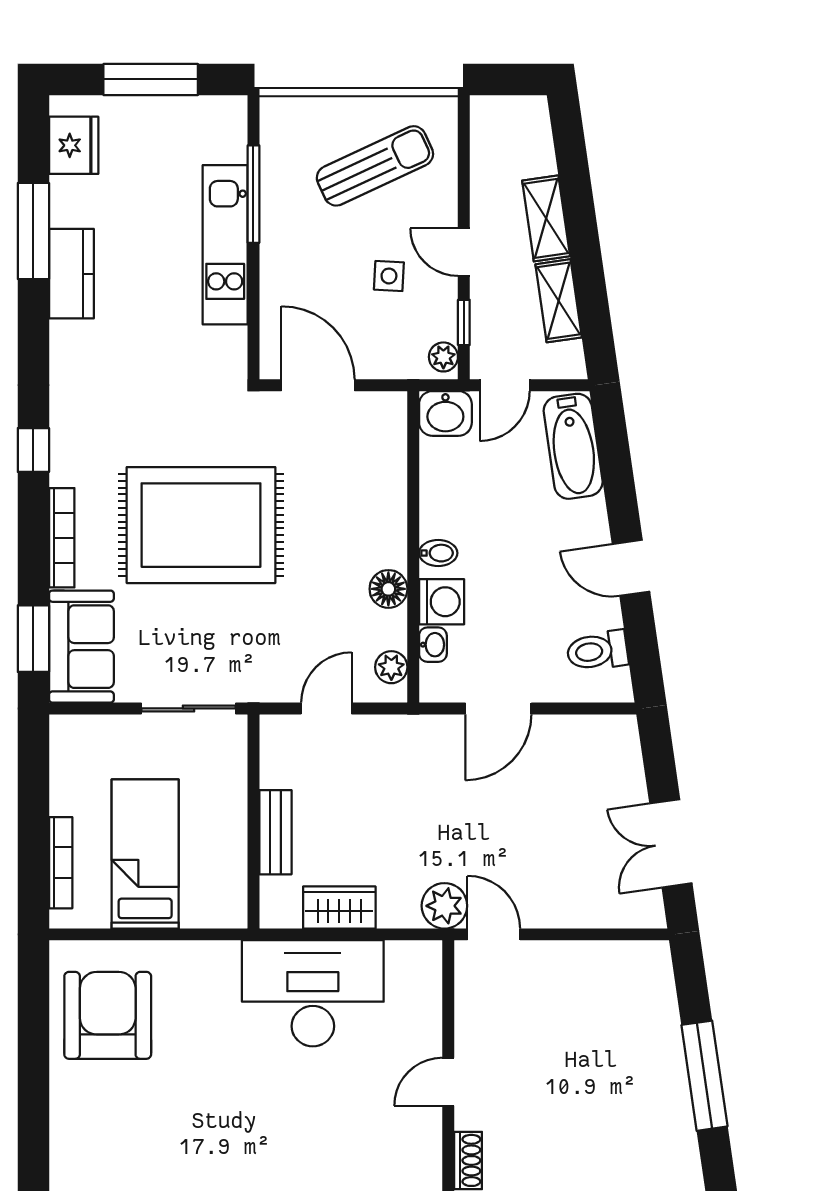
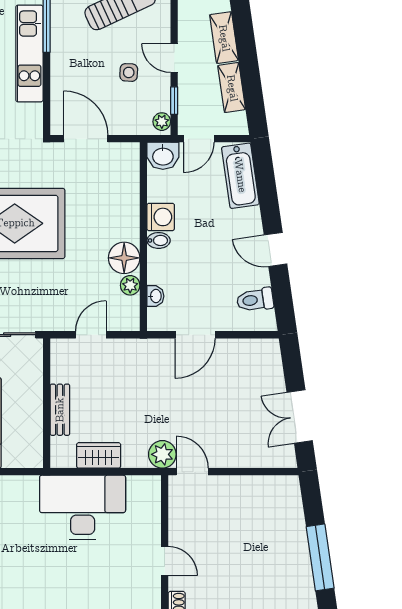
floor lamp: (388, 589) -> (124, 258), width x1.38, depth x1.38
washing machine: (442, 602) -> (161, 217), moved
plant: (391, 667) -> (130, 285), moved
door: (448, 1082) -> (165, 561), swing flipped

